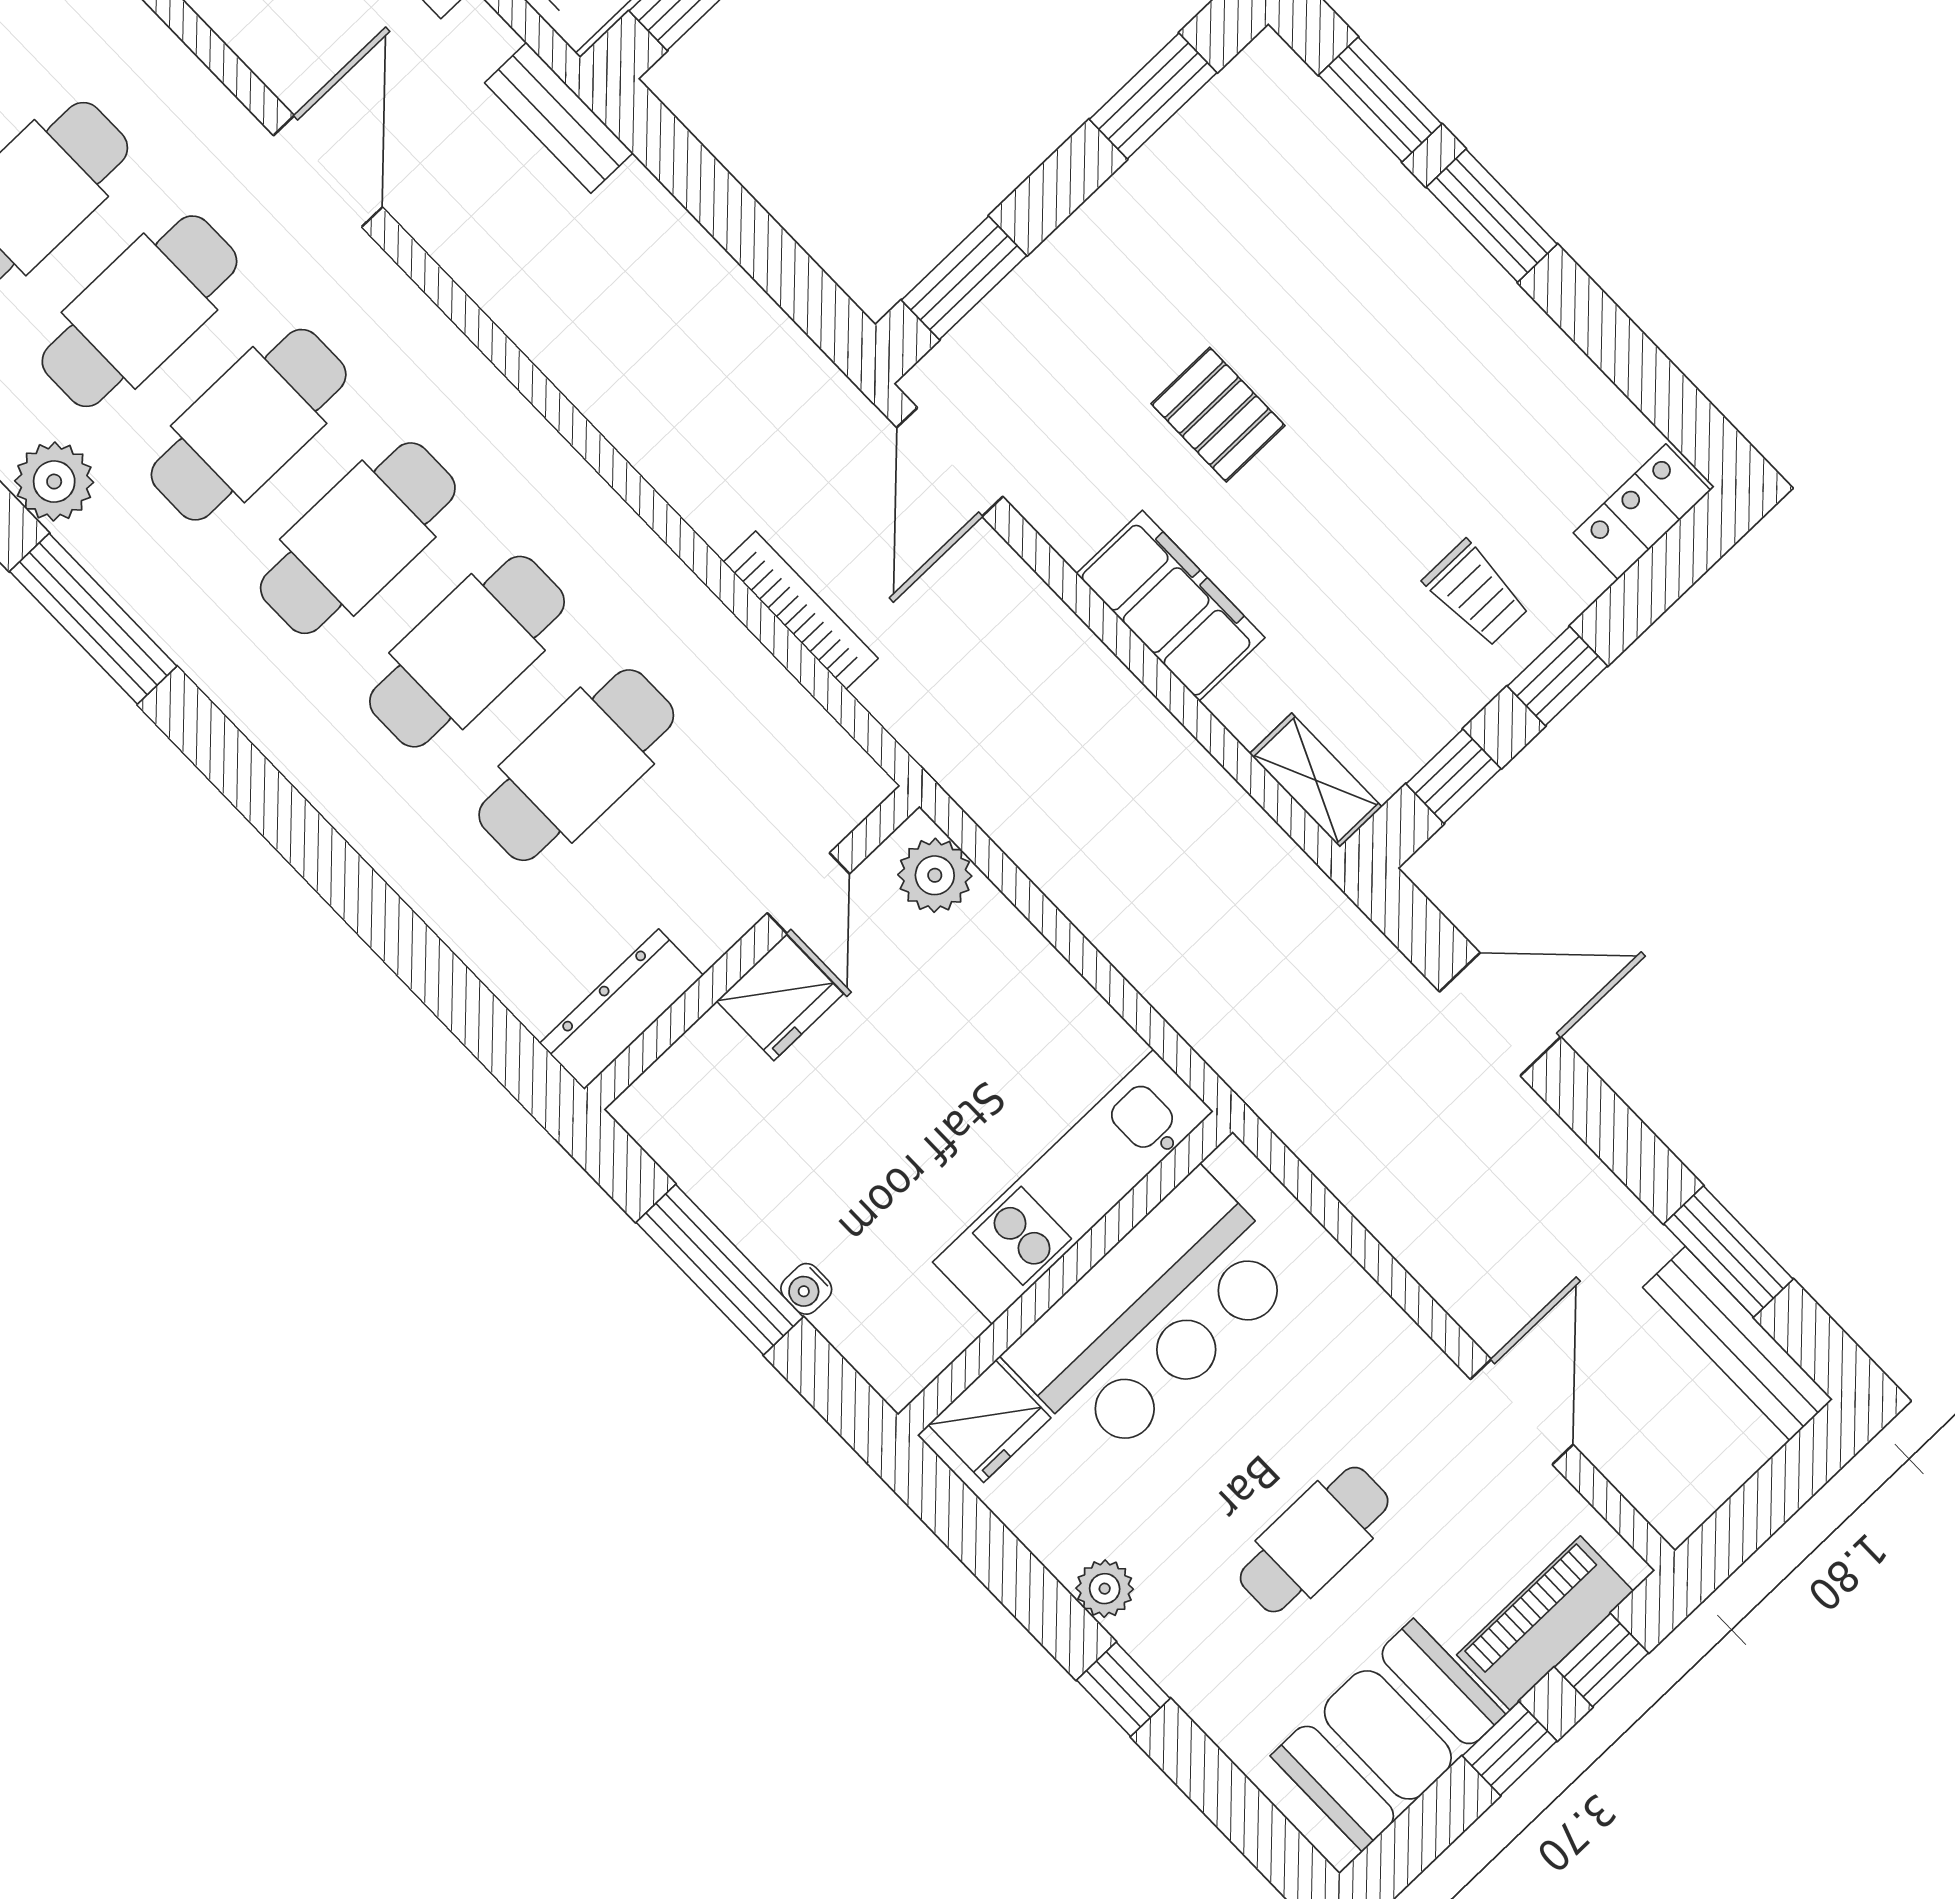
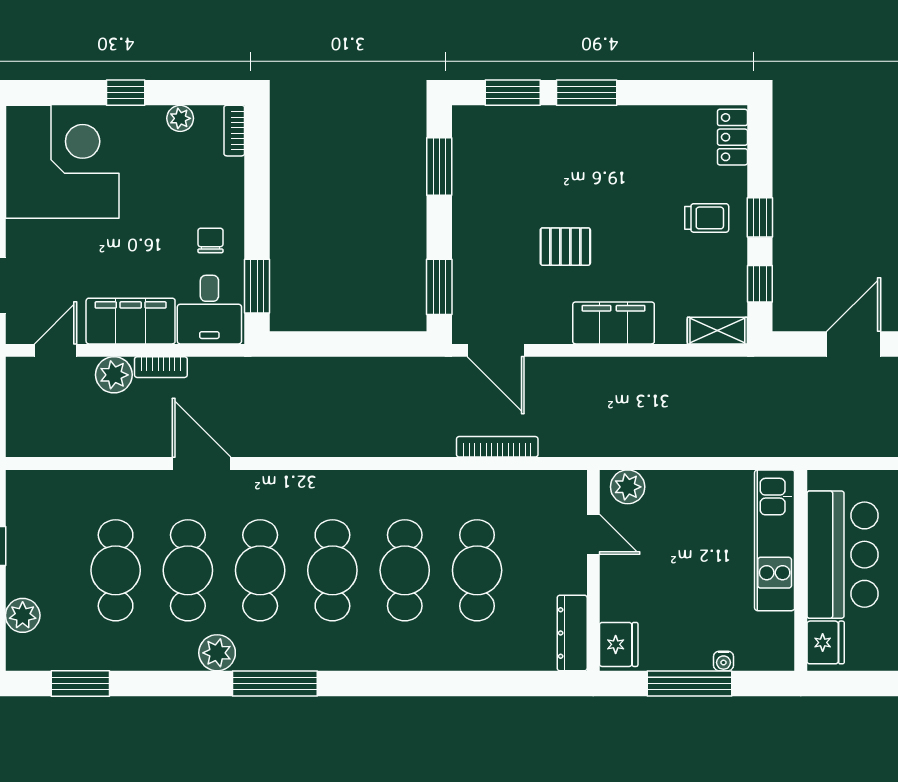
bench: (559, 118) -> (257, 370), removed
fridge: (780, 997) -> (619, 644), moved

